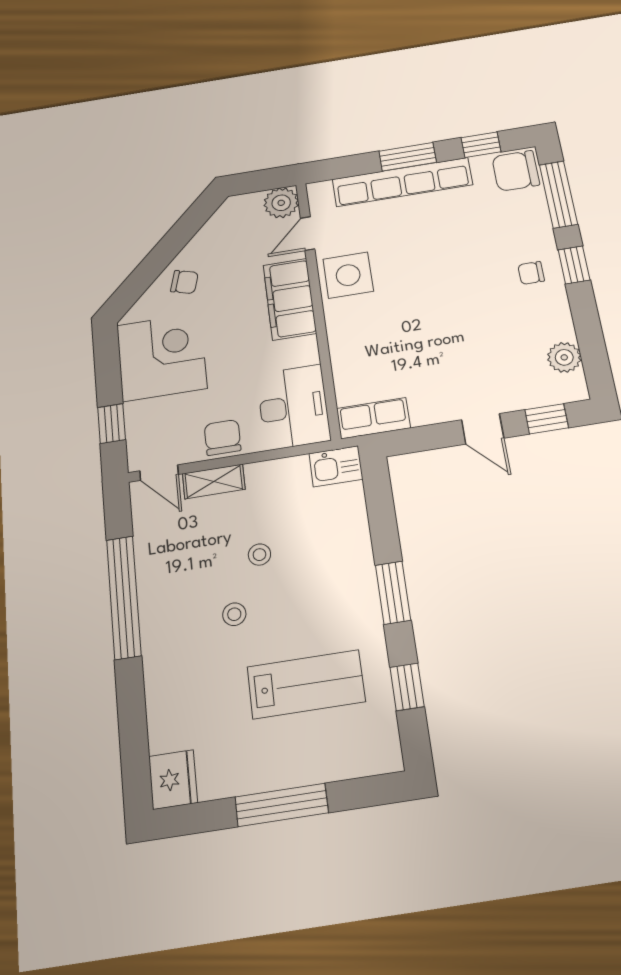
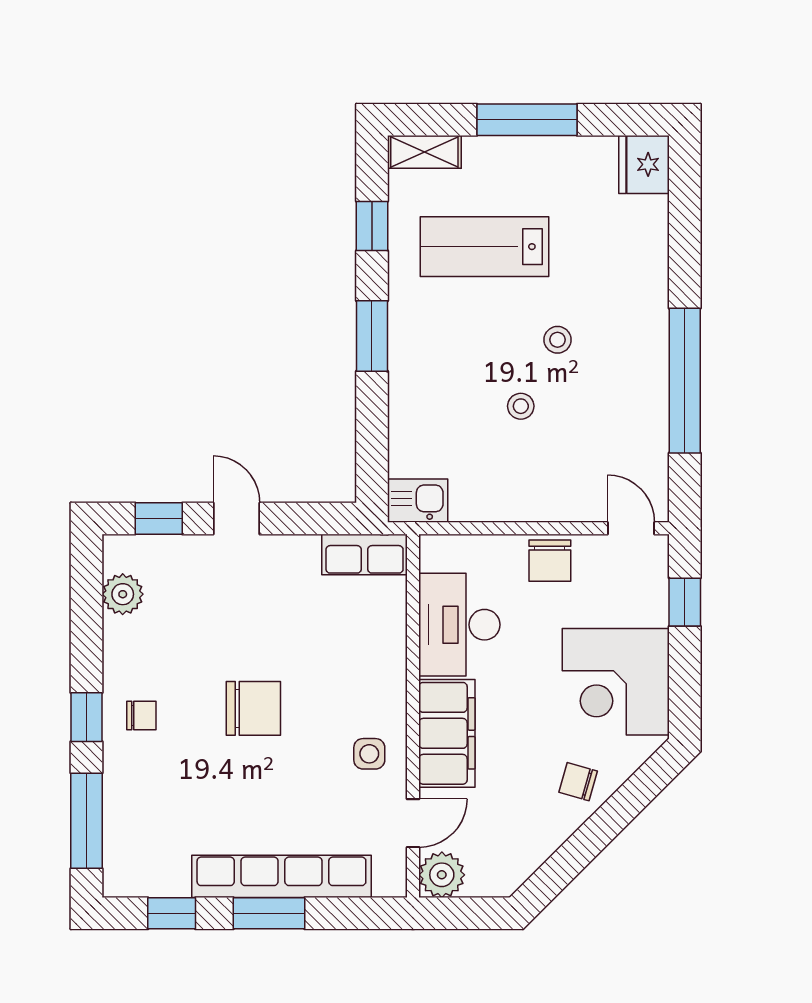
chair: (516, 171) -> (253, 708), moved
side table: (348, 275) -> (369, 754), width x0.54, depth x0.54
desk: (293, 407) -> (459, 625), moved
shelving: (214, 481) -> (424, 152), moved

